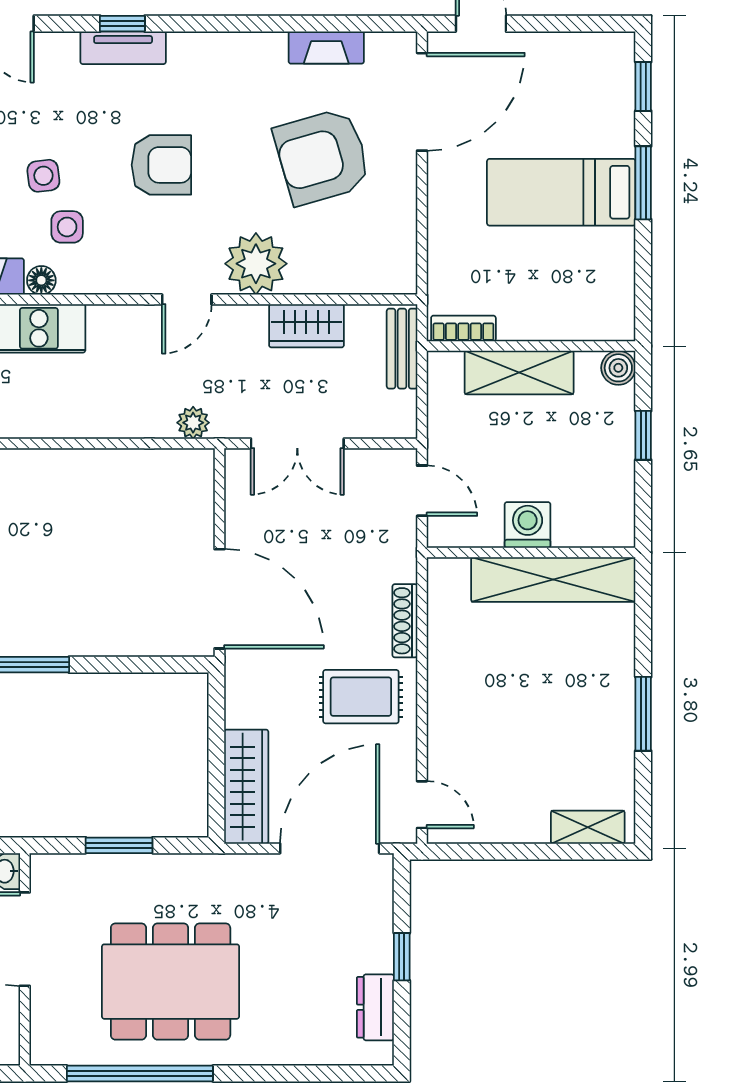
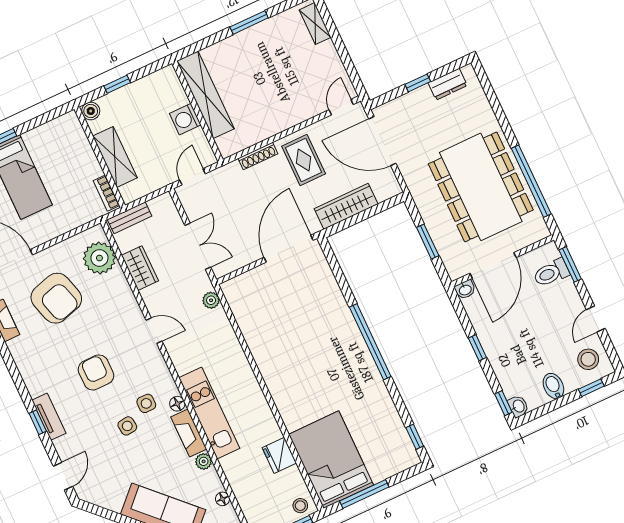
plant: (256, 264) -> (99, 258), moved
wardrobe: (246, 787) -> (346, 206), moved
dining table: (171, 982) -> (481, 187), width x1.36, depth x1.24

